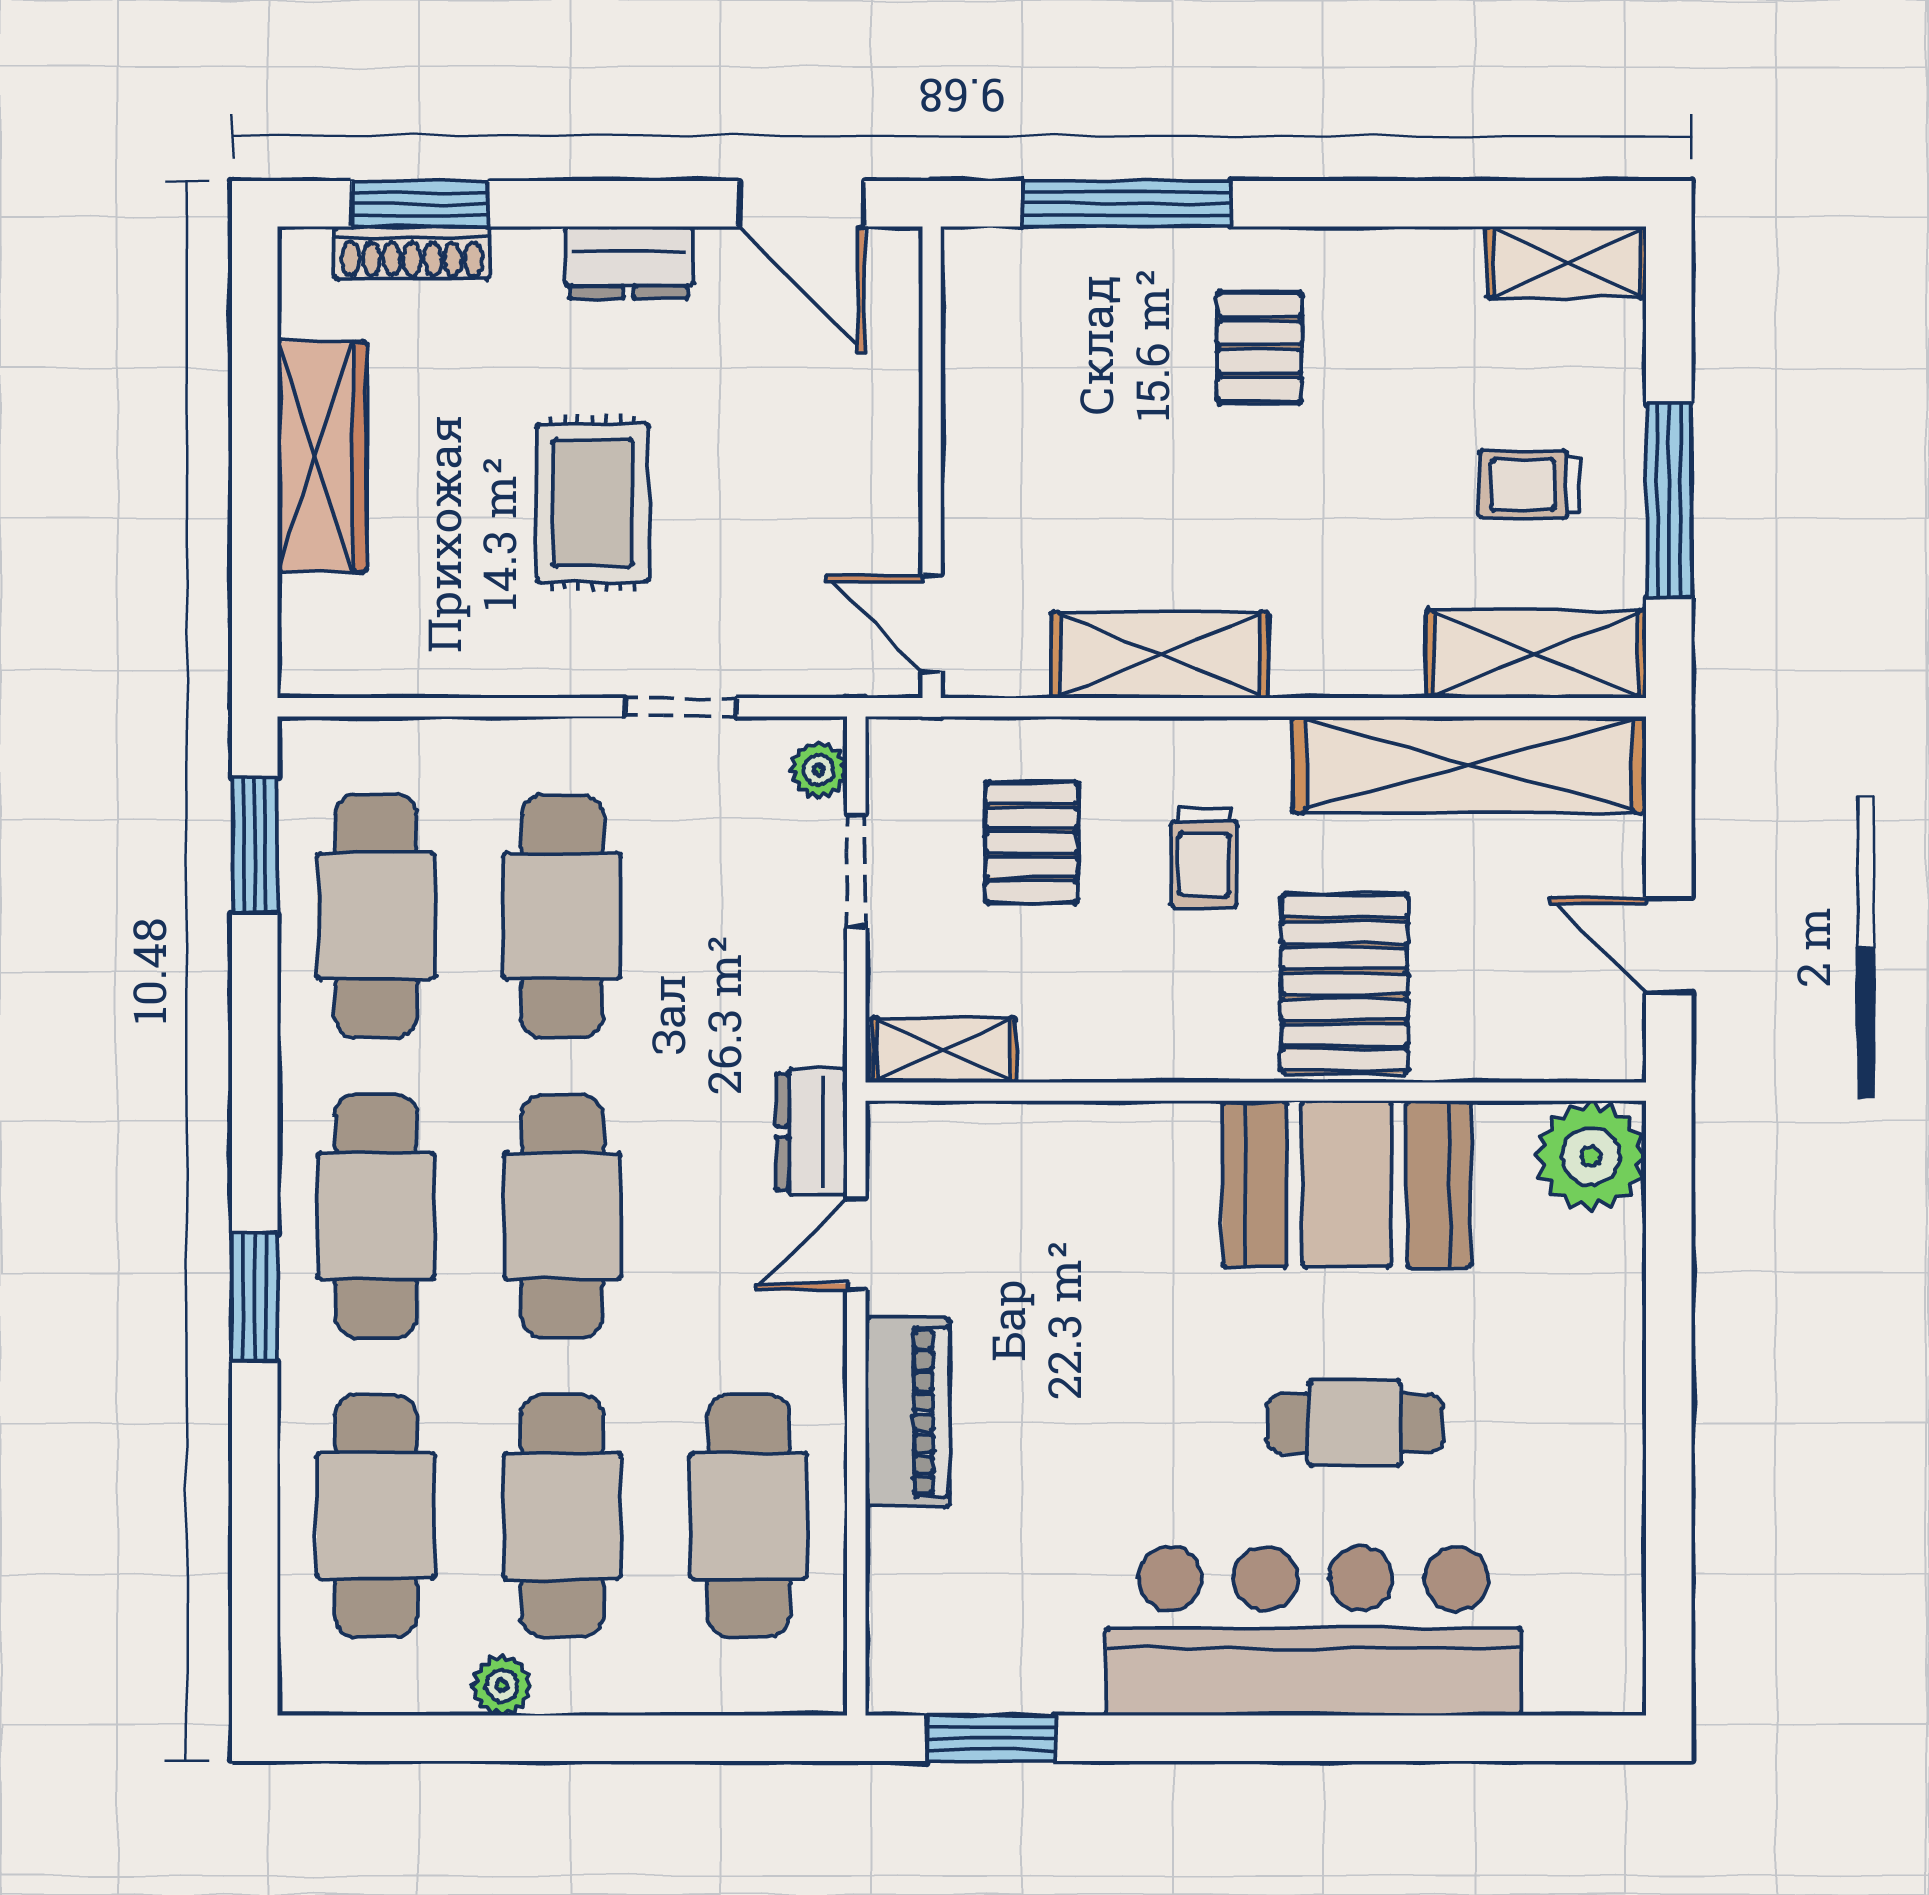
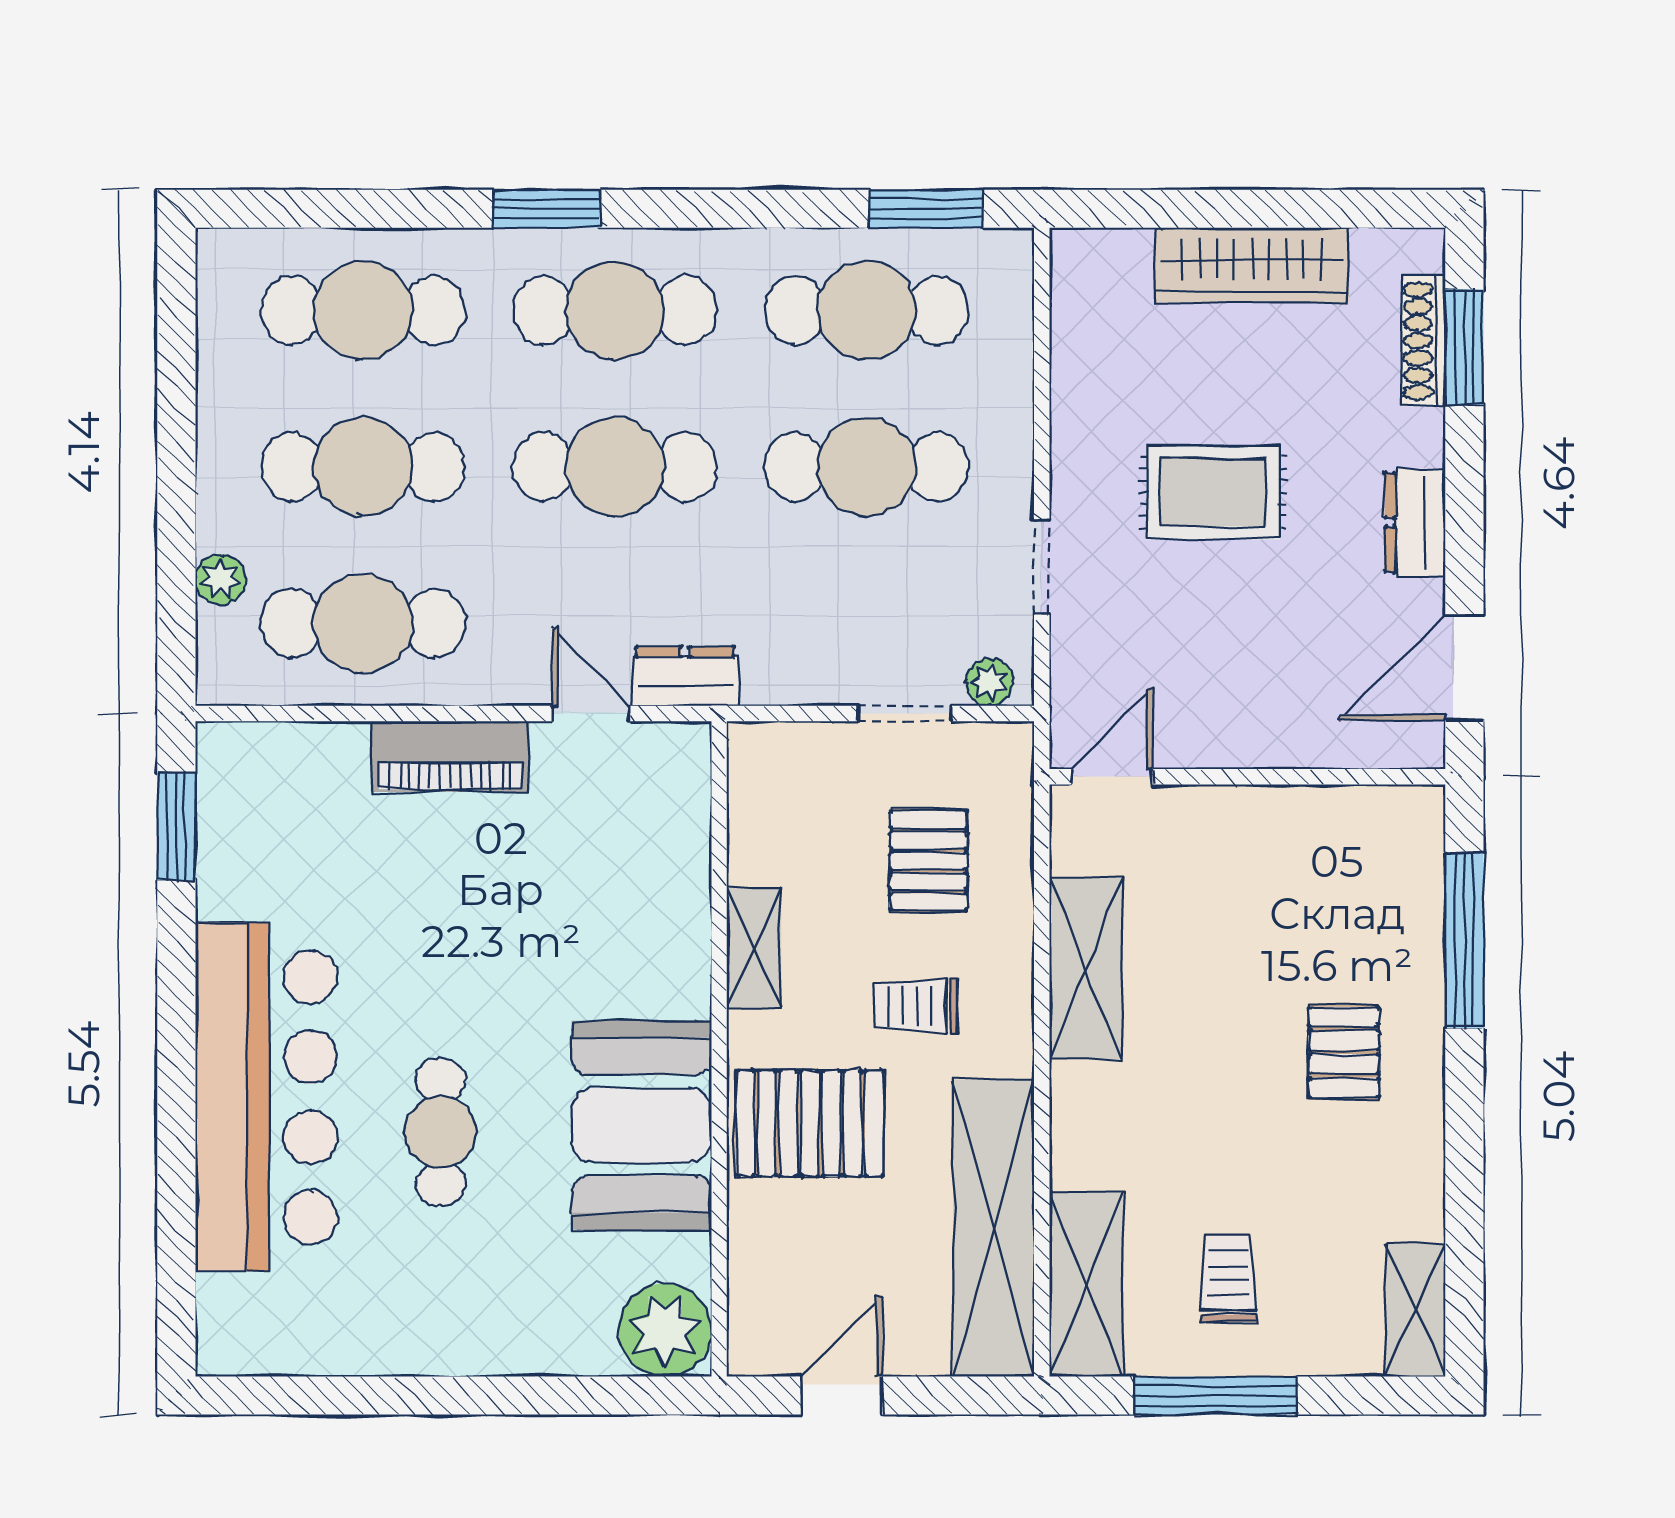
pallet: (1260, 347) -> (1344, 1052), turned 90
pallet: (1032, 842) -> (928, 861), turned 90
shelving: (944, 1050) -> (754, 948), moved
plant: (502, 1686) -> (221, 579), moved

